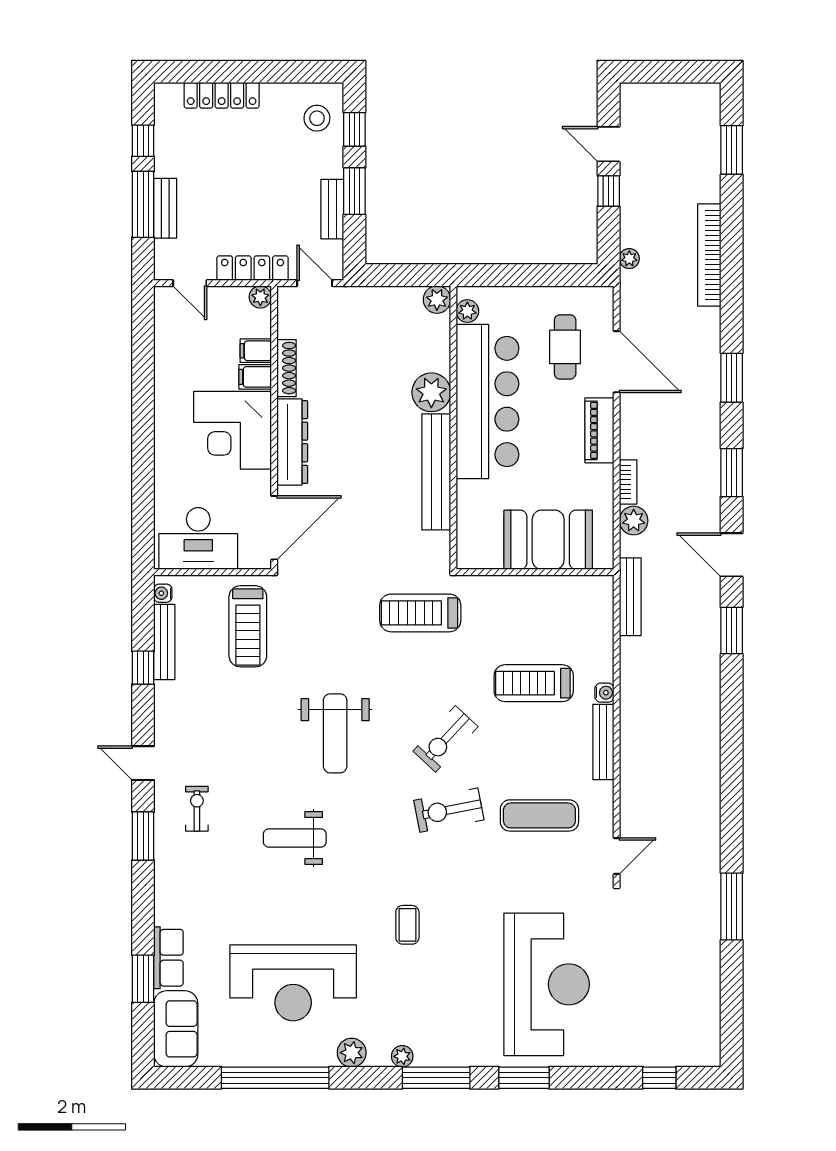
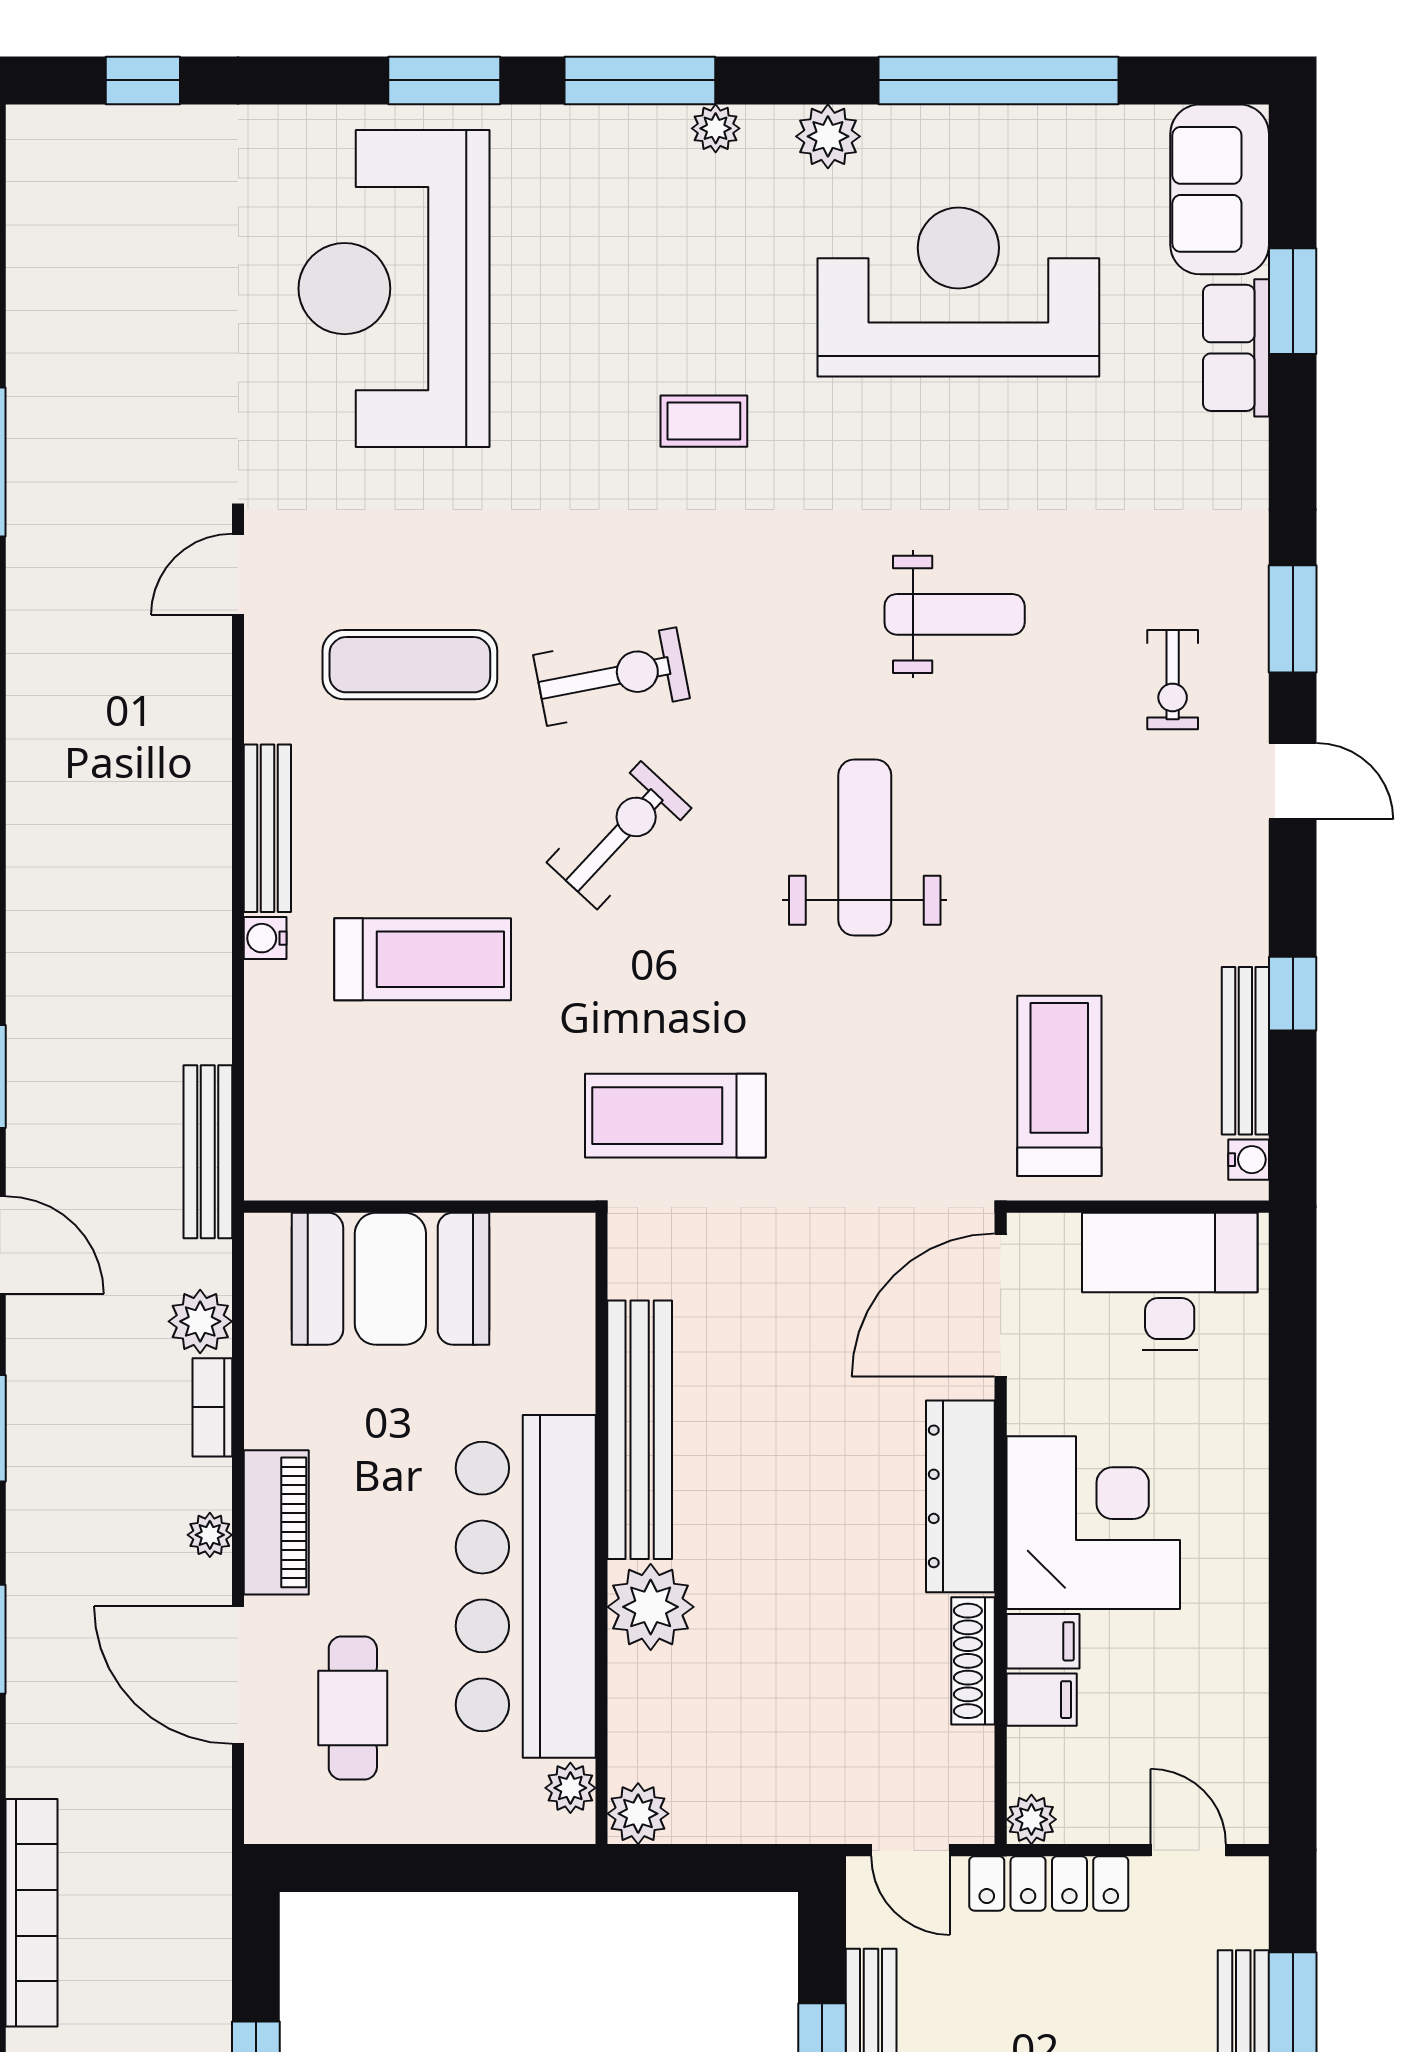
plant: (629, 259) -> (210, 1535), moved
treadmill: (420, 613) -> (675, 1116), turned 180
coffee table: (407, 925) -> (704, 421), turned 90

